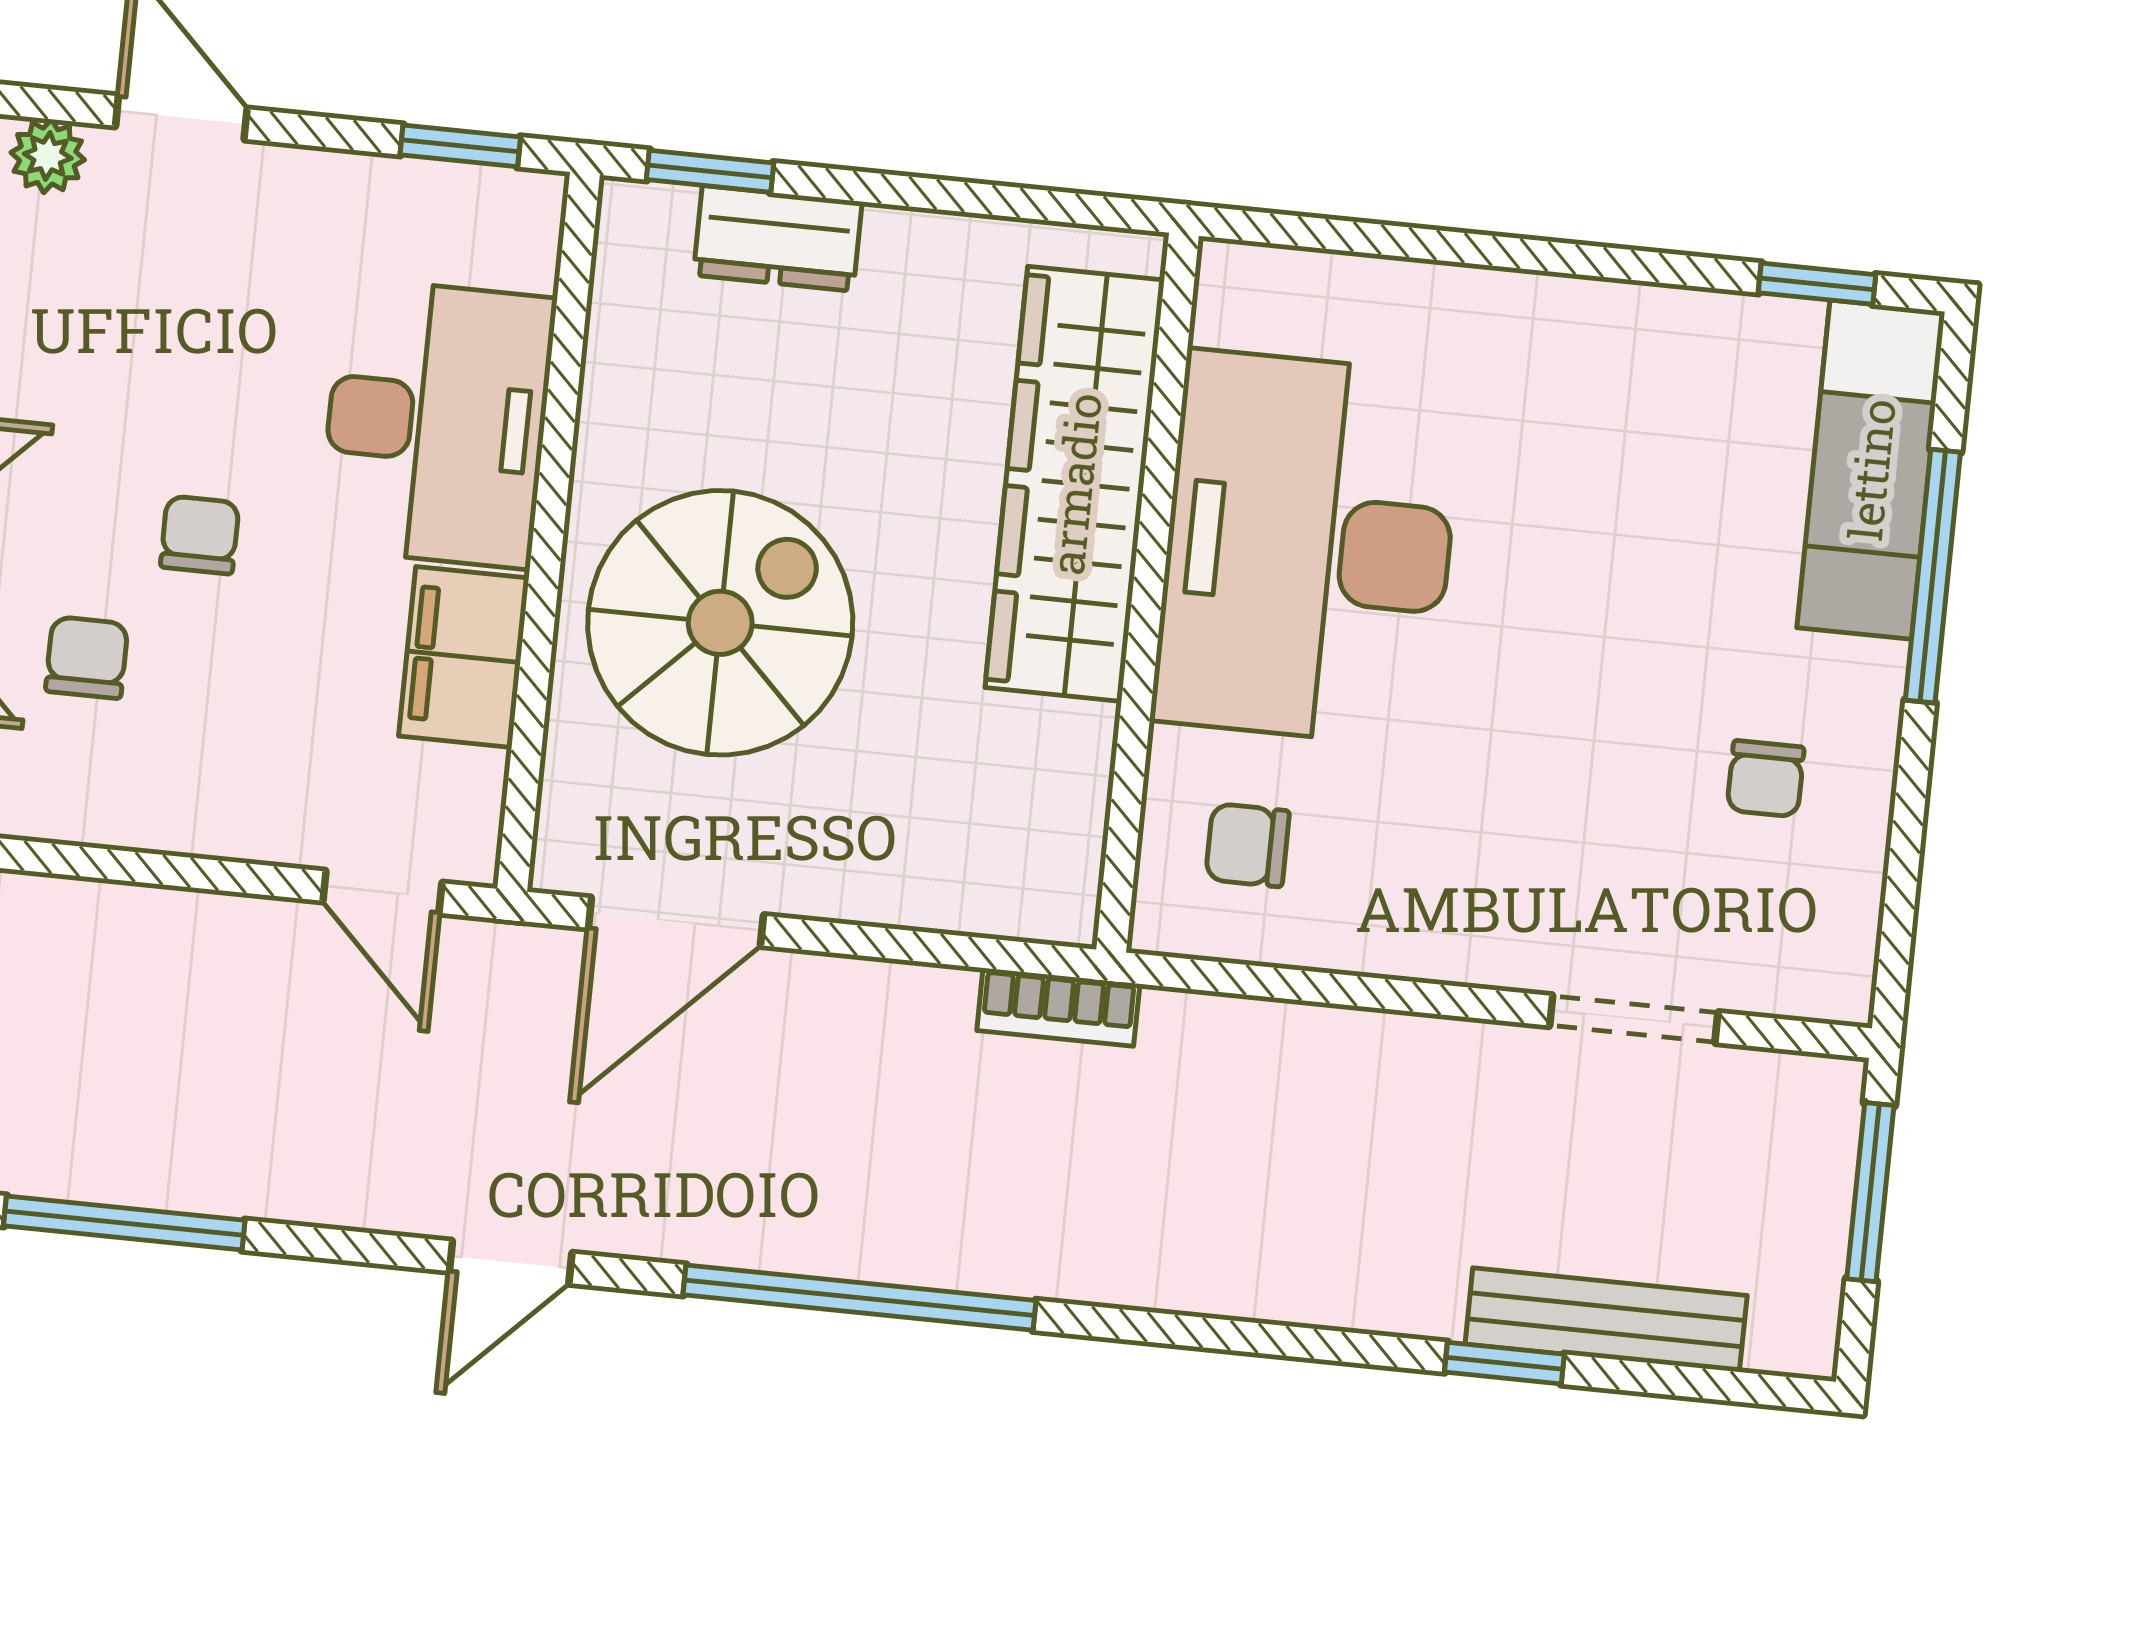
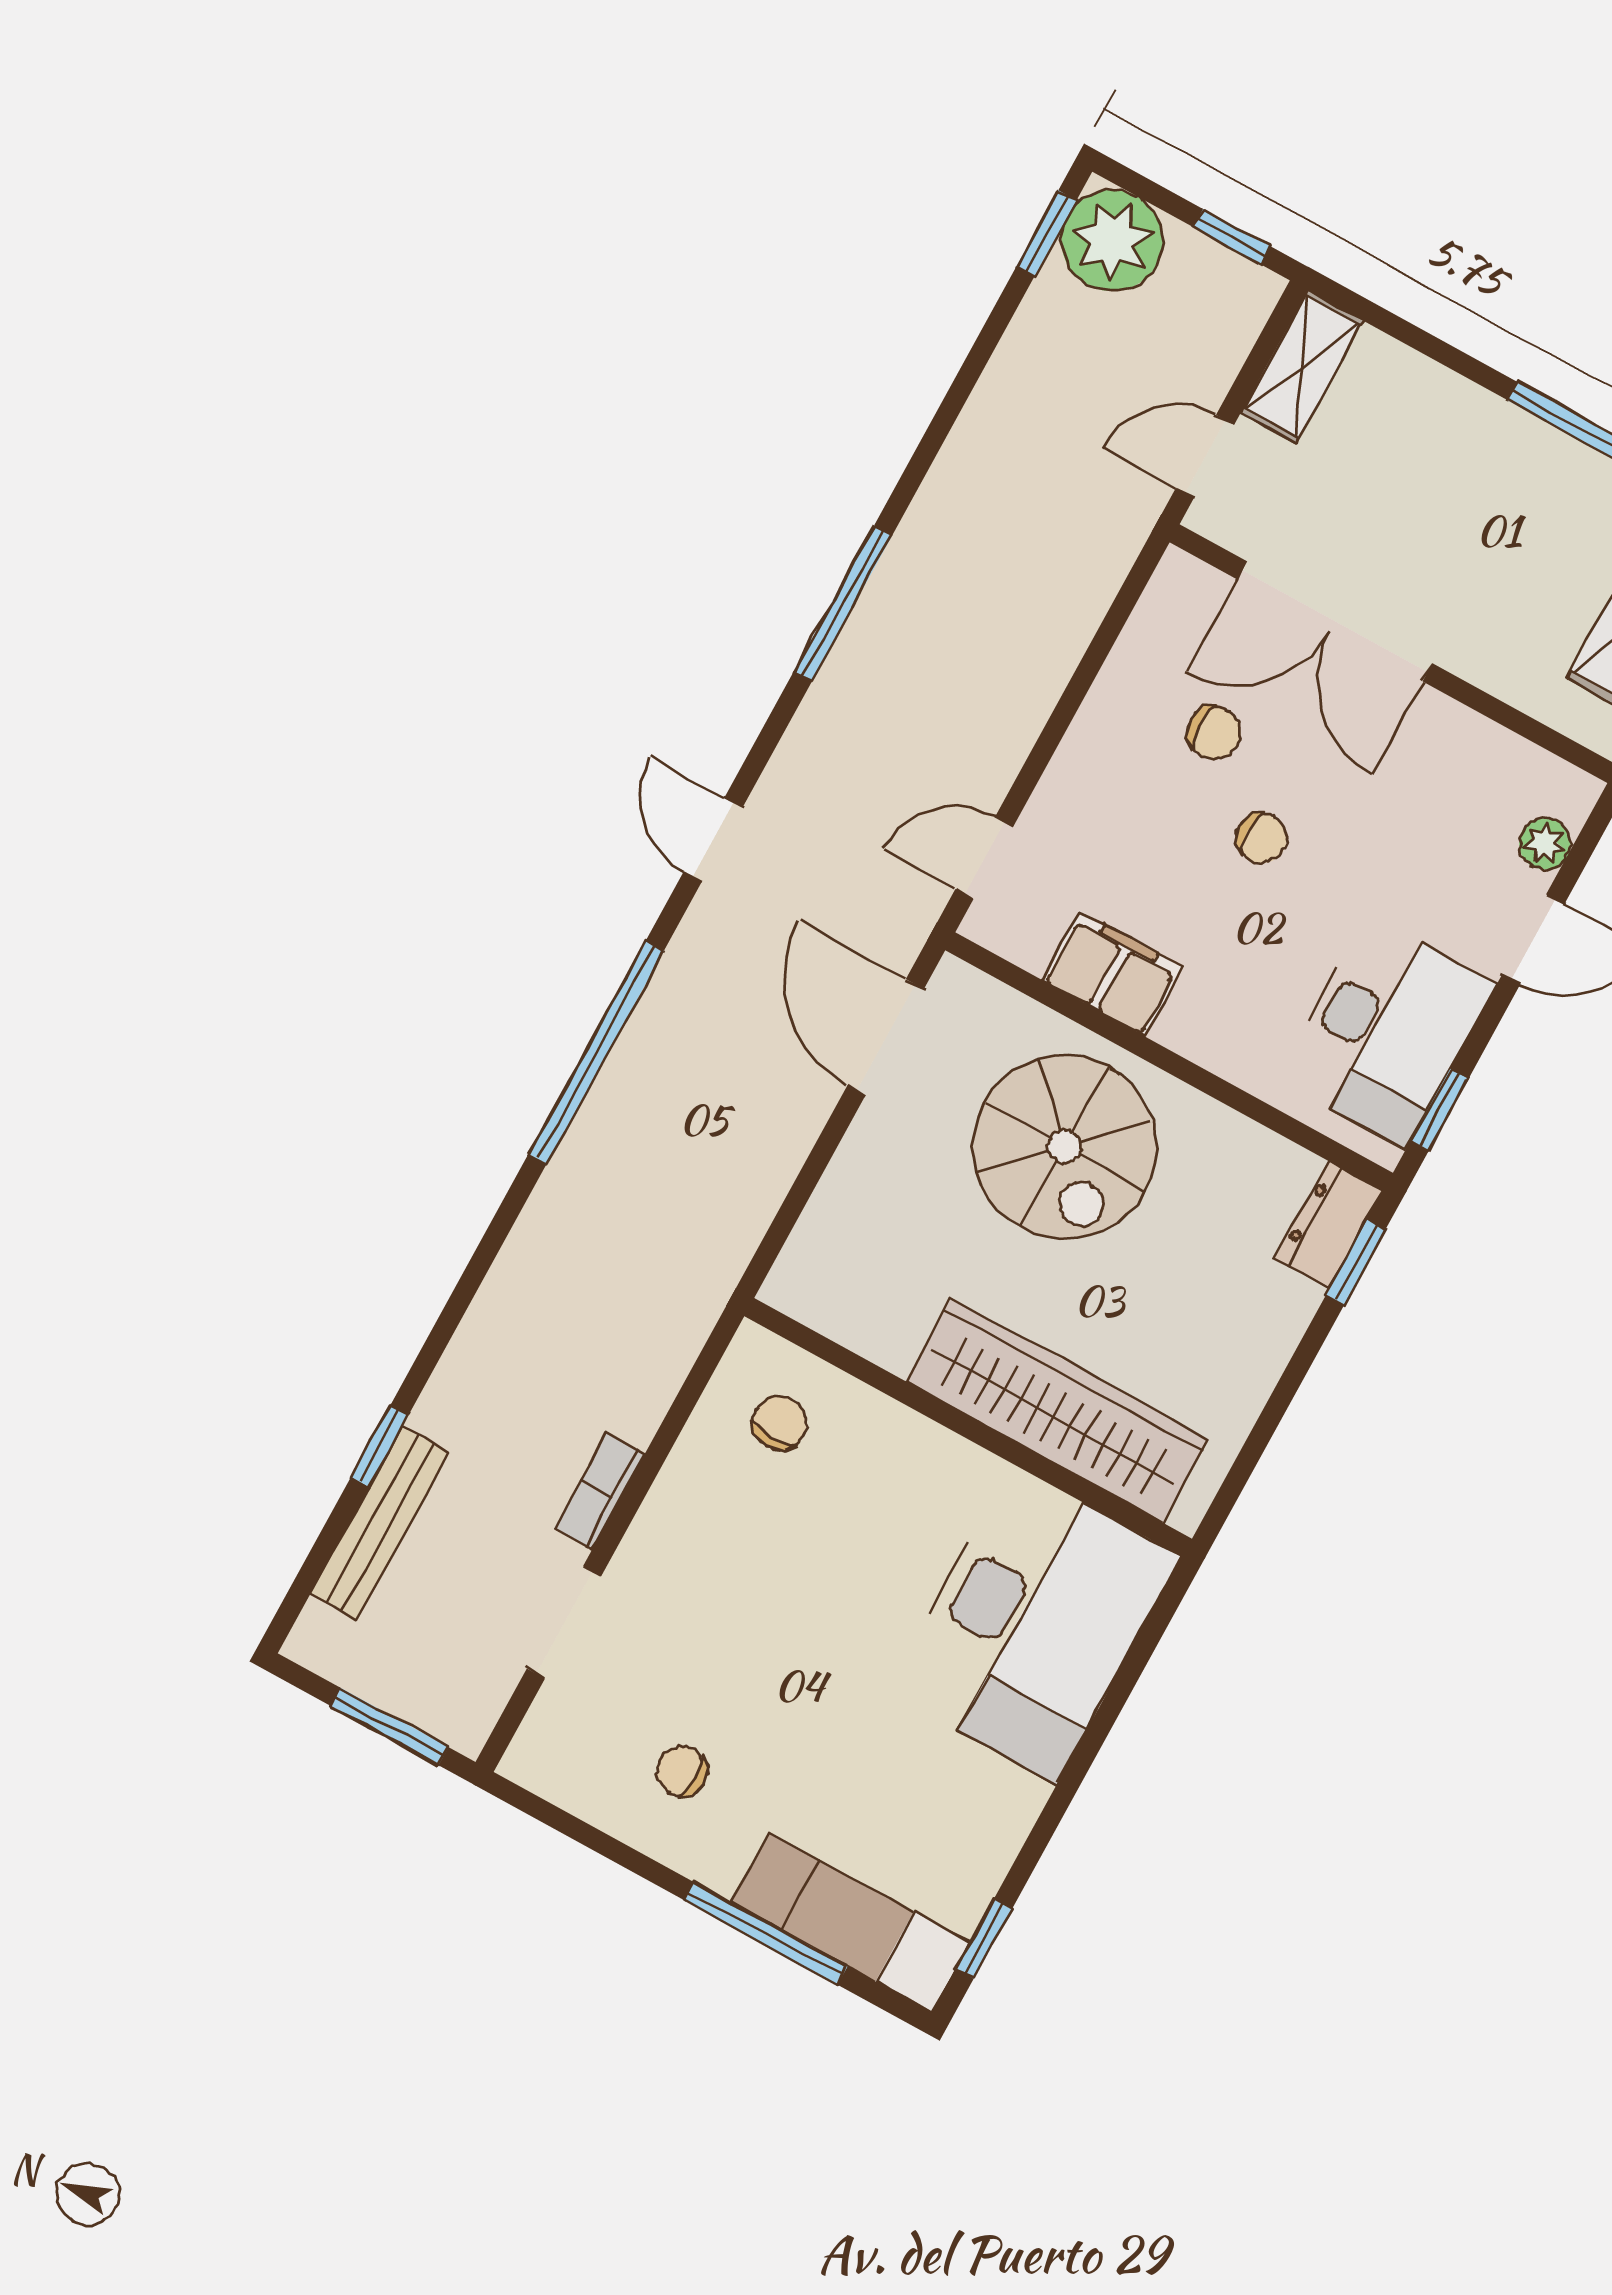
dresser: (778, 238) -> (1329, 1225), moved
desk: (437, 423) -> (1386, 1031), moved, turned -90
desk: (1308, 548) -> (1034, 1624), moved, turned 90
bookcase: (1058, 1007) -> (599, 1491), moved

